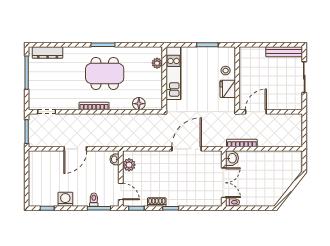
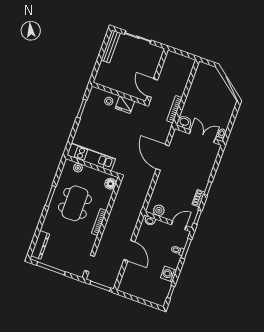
plant: (157, 63) -> (78, 168), moved
kitchen unit: (174, 73) -> (91, 157), moved
wall: (164, 78) -> (93, 166), moved

